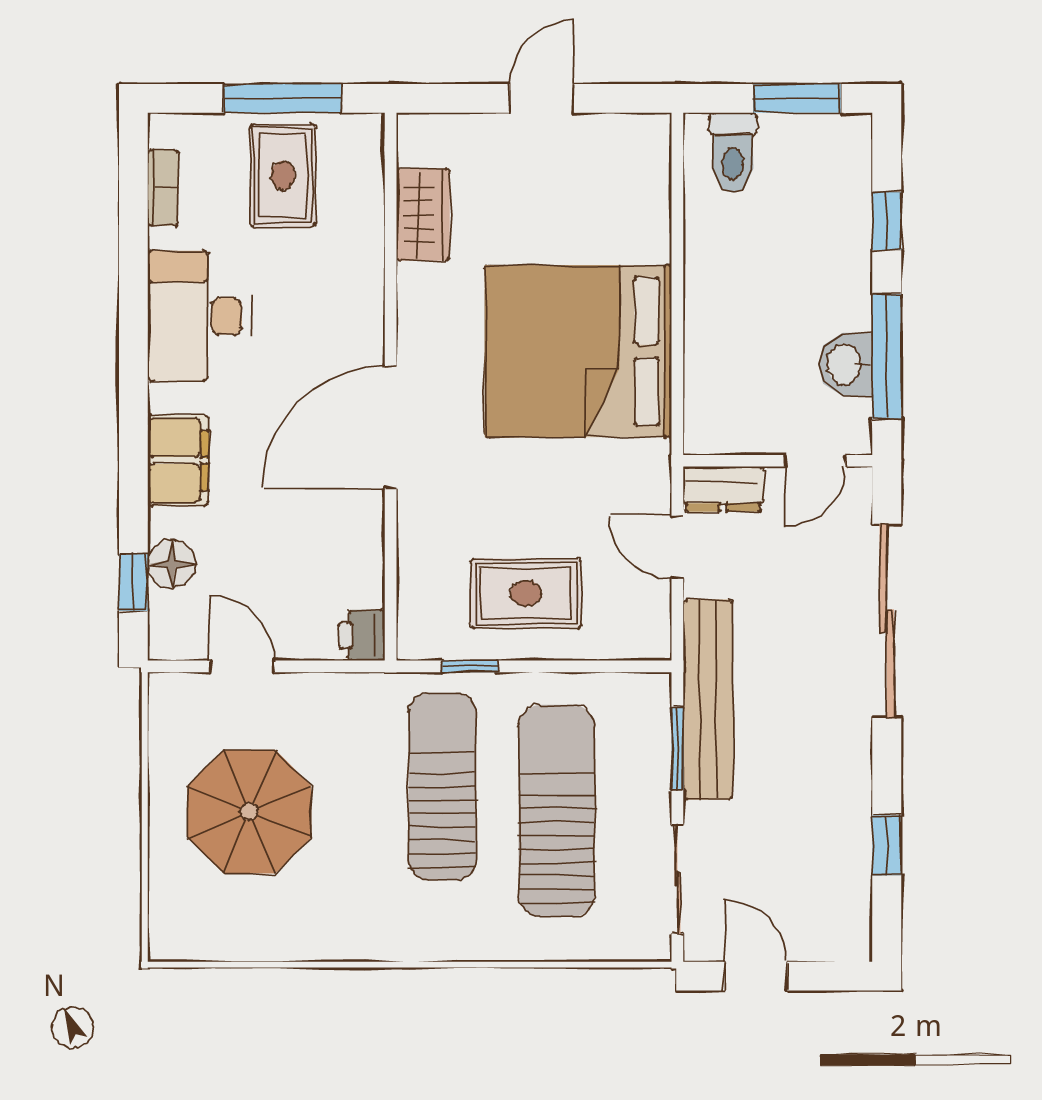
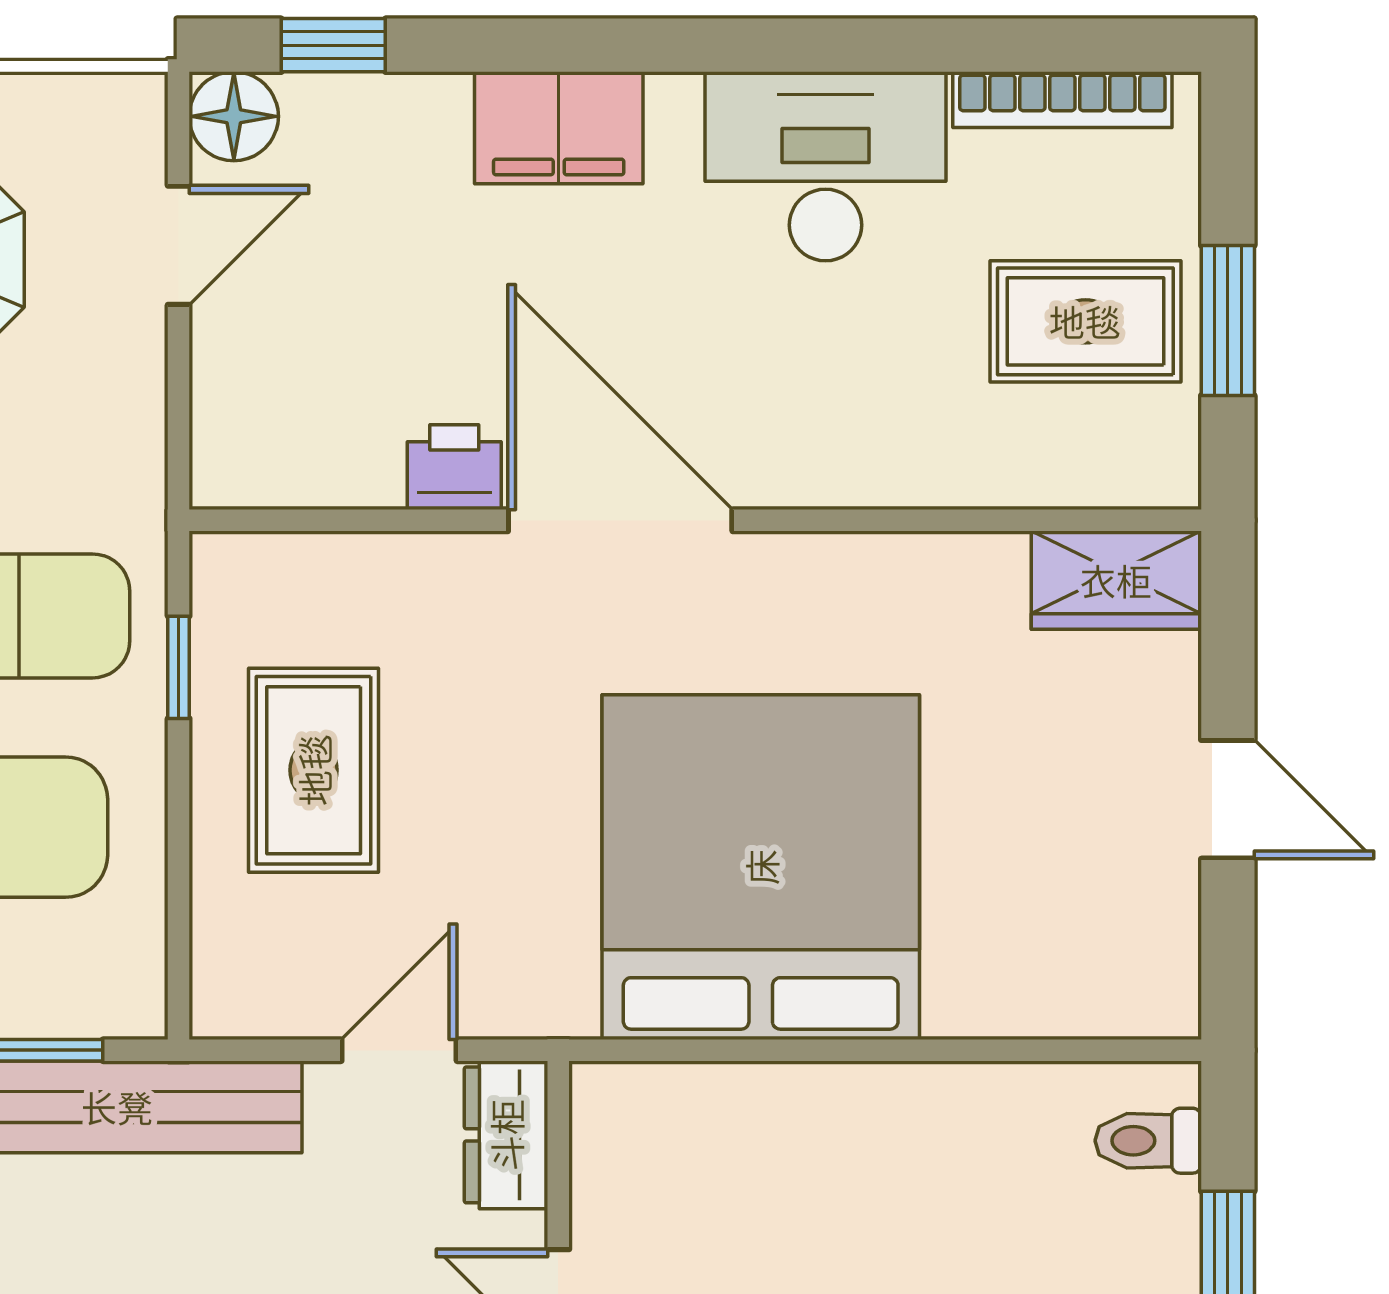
window: (282, 98) -> (1228, 321), width x0.69
toilet: (733, 153) -> (1148, 1141), width x0.73, depth x0.72
bookcase: (163, 188) -> (1062, 100), width x1.56
wardrobe: (423, 215) -> (1116, 580), moved
floor lamp: (172, 564) -> (234, 116), moved
printer: (362, 635) -> (454, 467), moved

